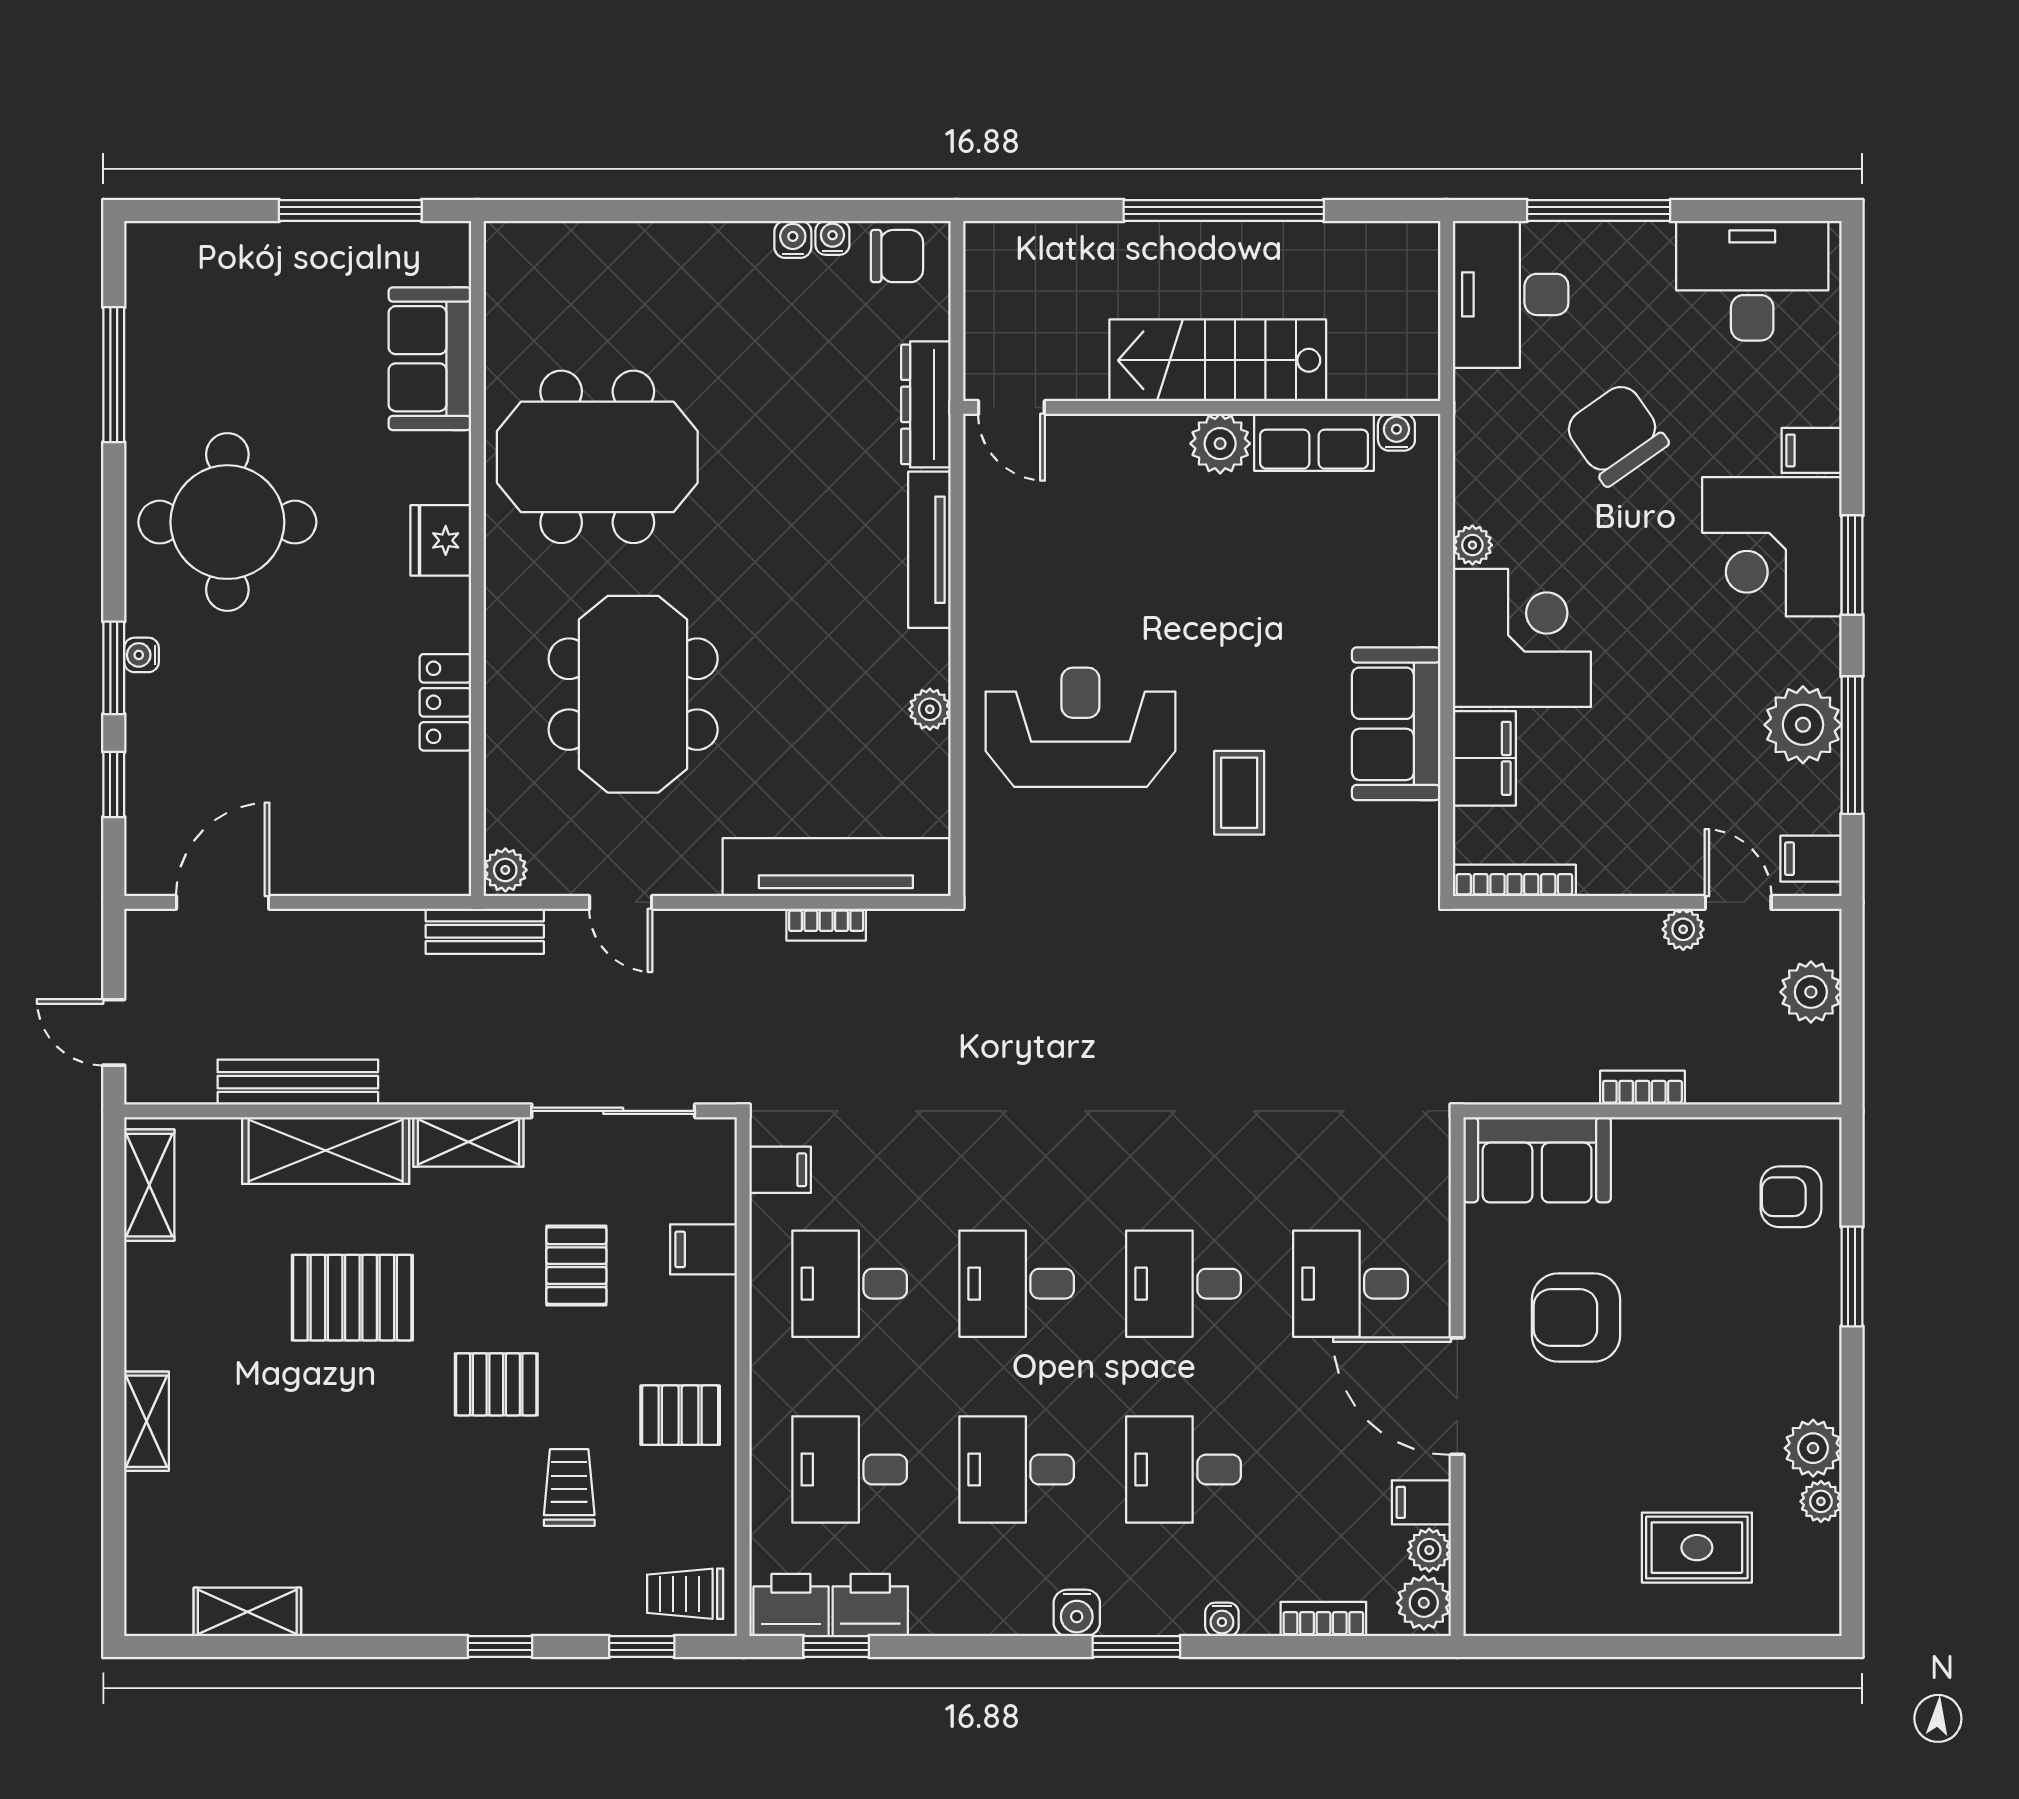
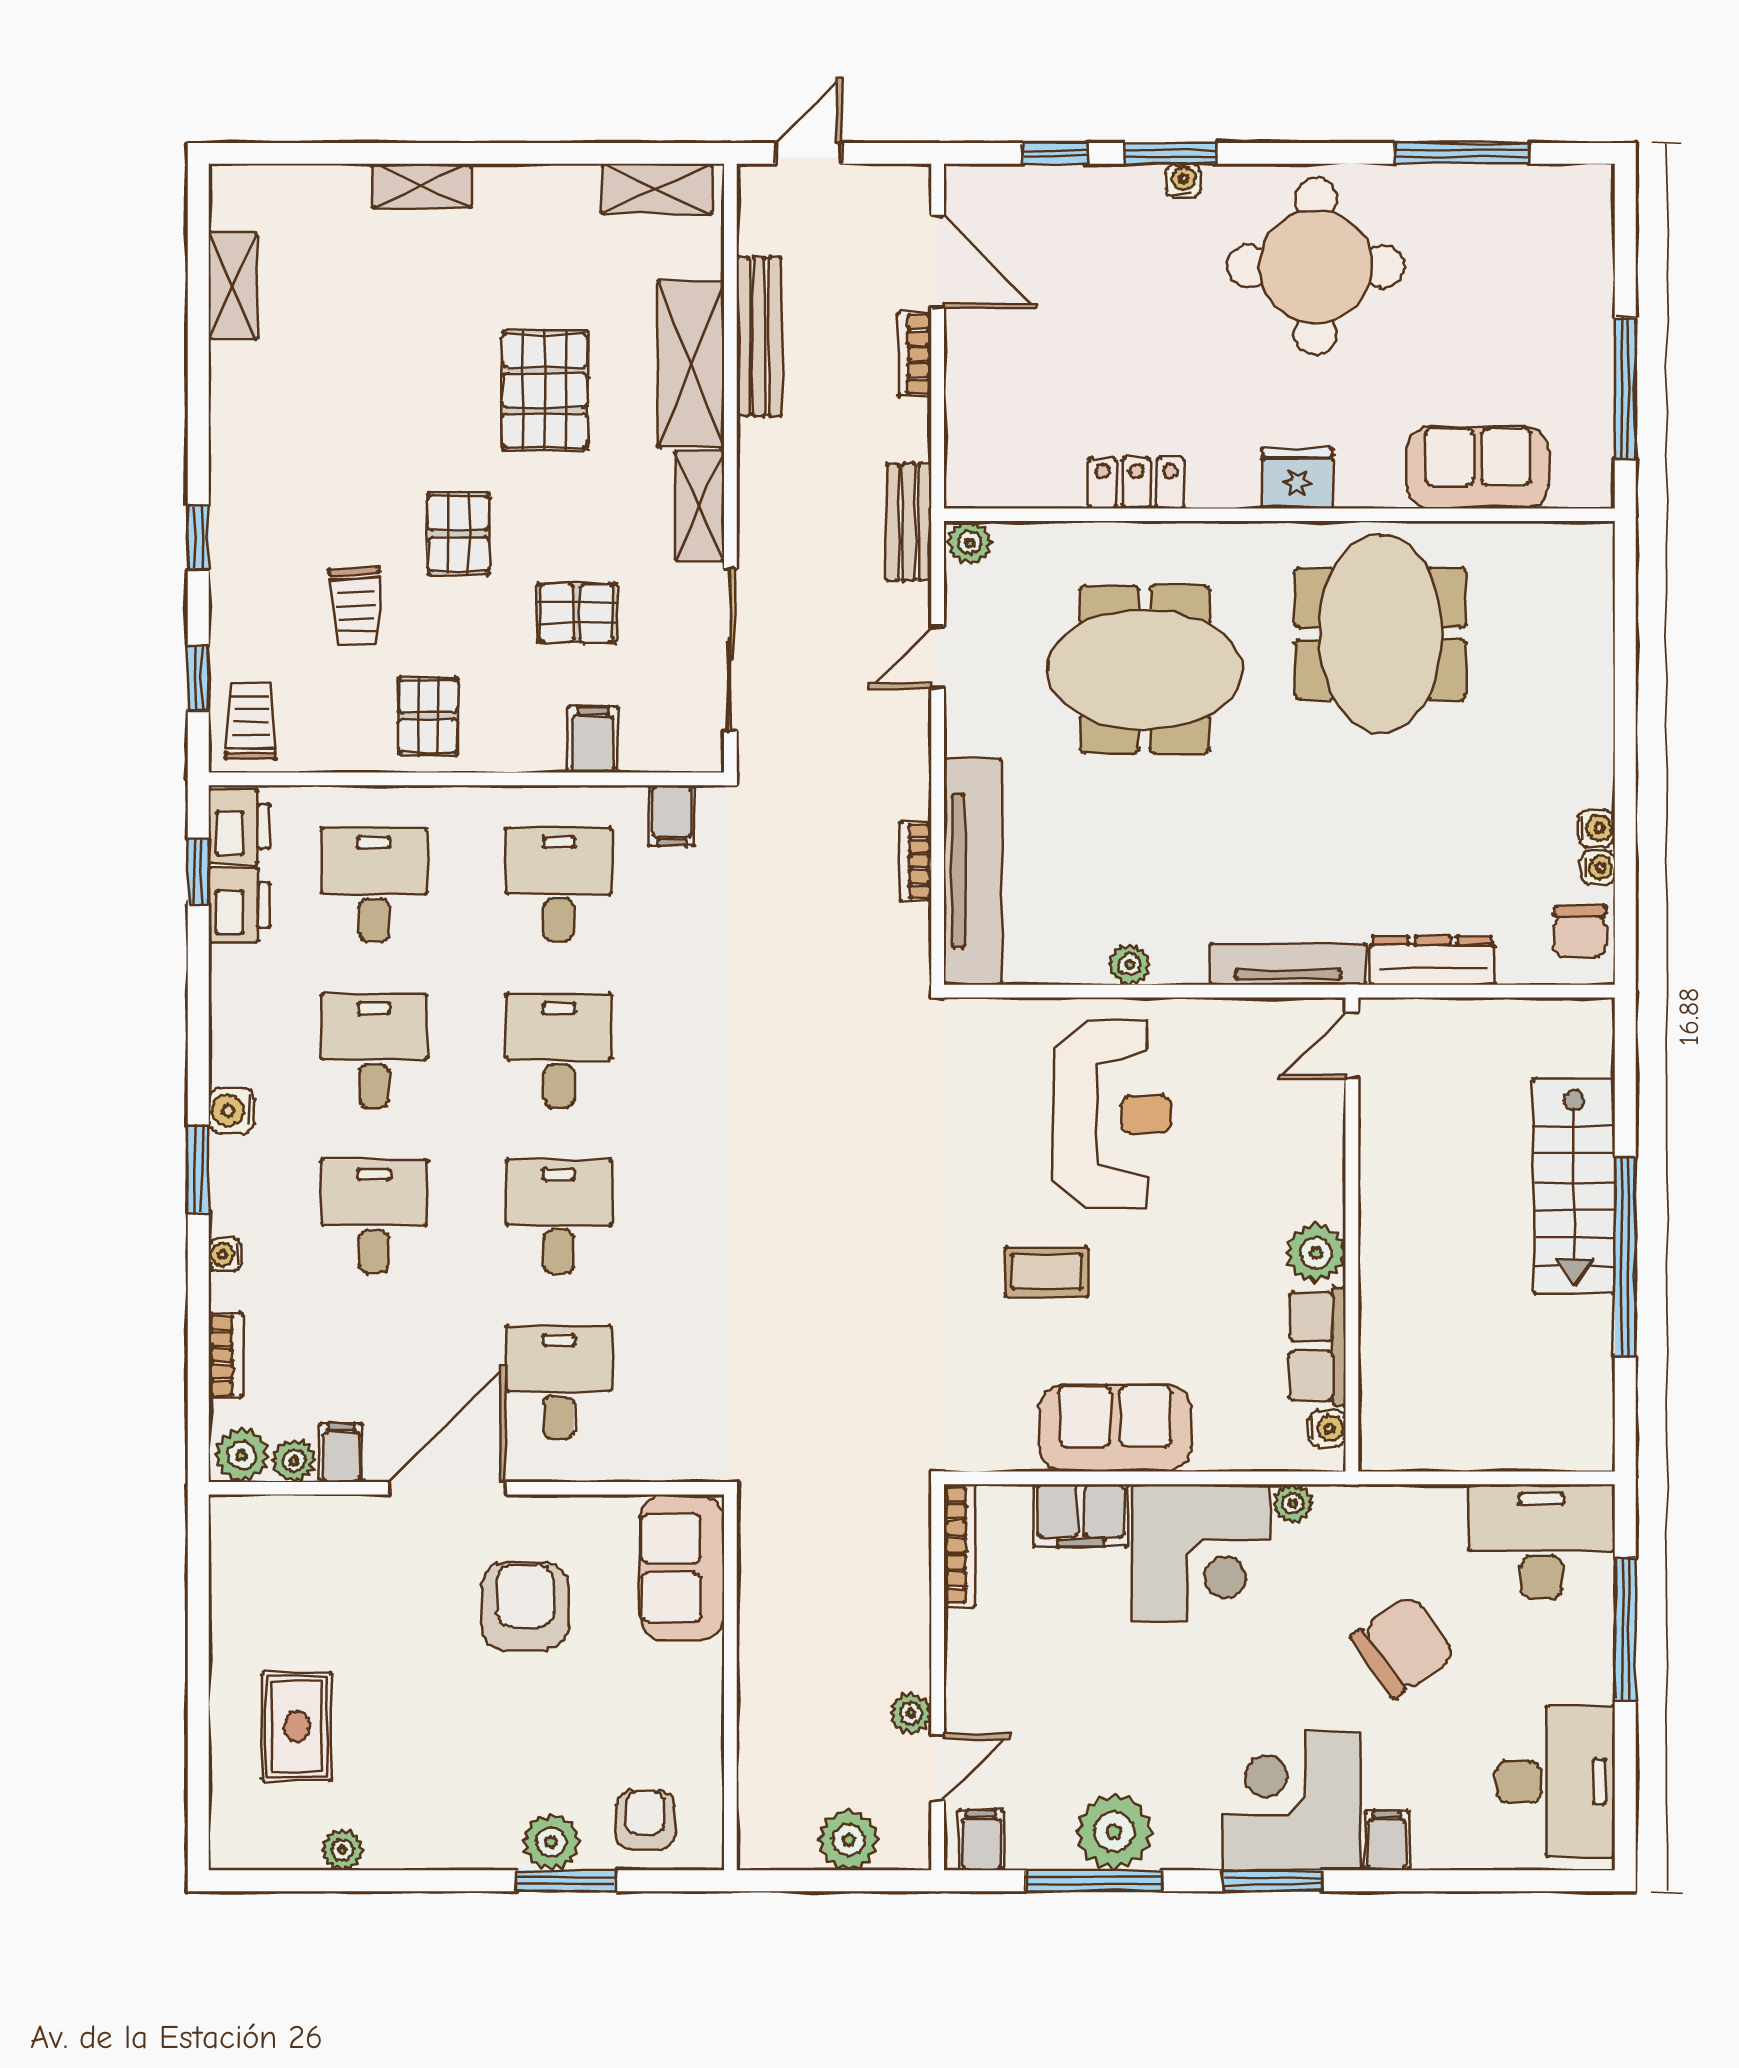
stairs: (1218, 360) -> (1574, 1186), moved, turned 180
door: (1011, 407) -> (1352, 1045), moved
wall: (1202, 407) -> (1352, 1235), moved
water cooler: (1396, 432) -> (1327, 1428), moved
row of seats: (1314, 442) -> (1317, 1346), moved
plant: (1220, 444) -> (1316, 1253), moved
bookcase: (1642, 1088) -> (915, 354), moved, turned 180
plant: (1813, 1448) -> (551, 1842), moved
trolley: (569, 1487) -> (356, 606), turned 87

